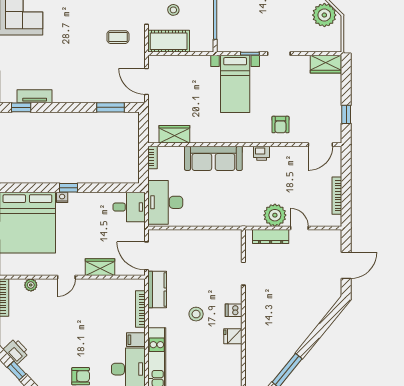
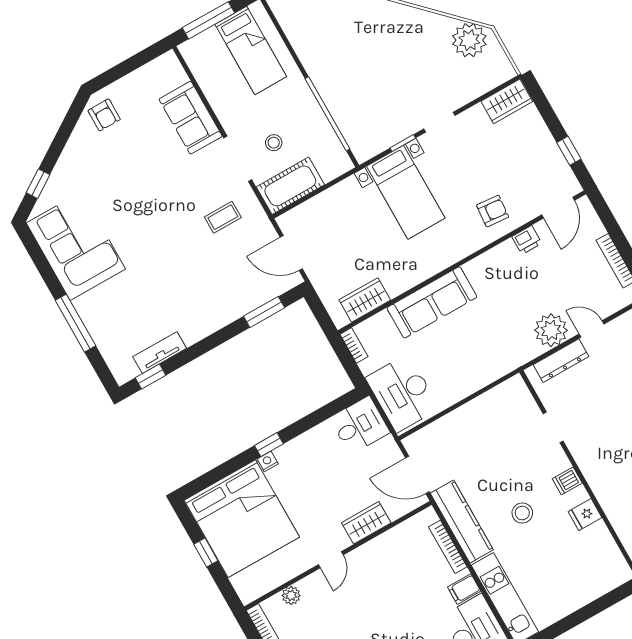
armchair: (280, 125) -> (493, 211), turned -85
printer: (262, 153) -> (527, 240), moved
kitchen counter: (157, 290) -> (462, 522), width x1.50

